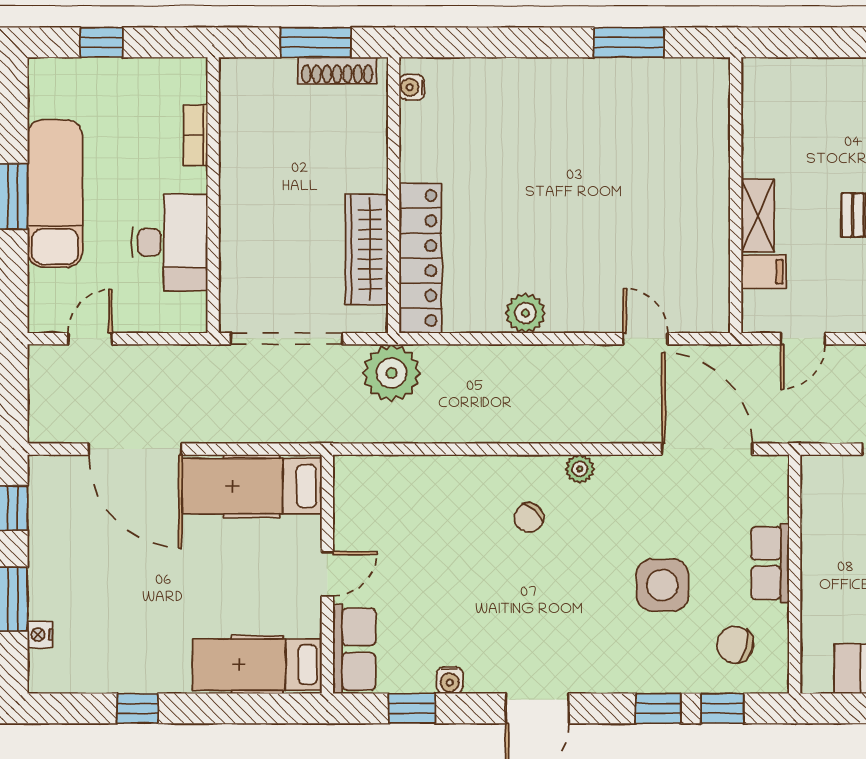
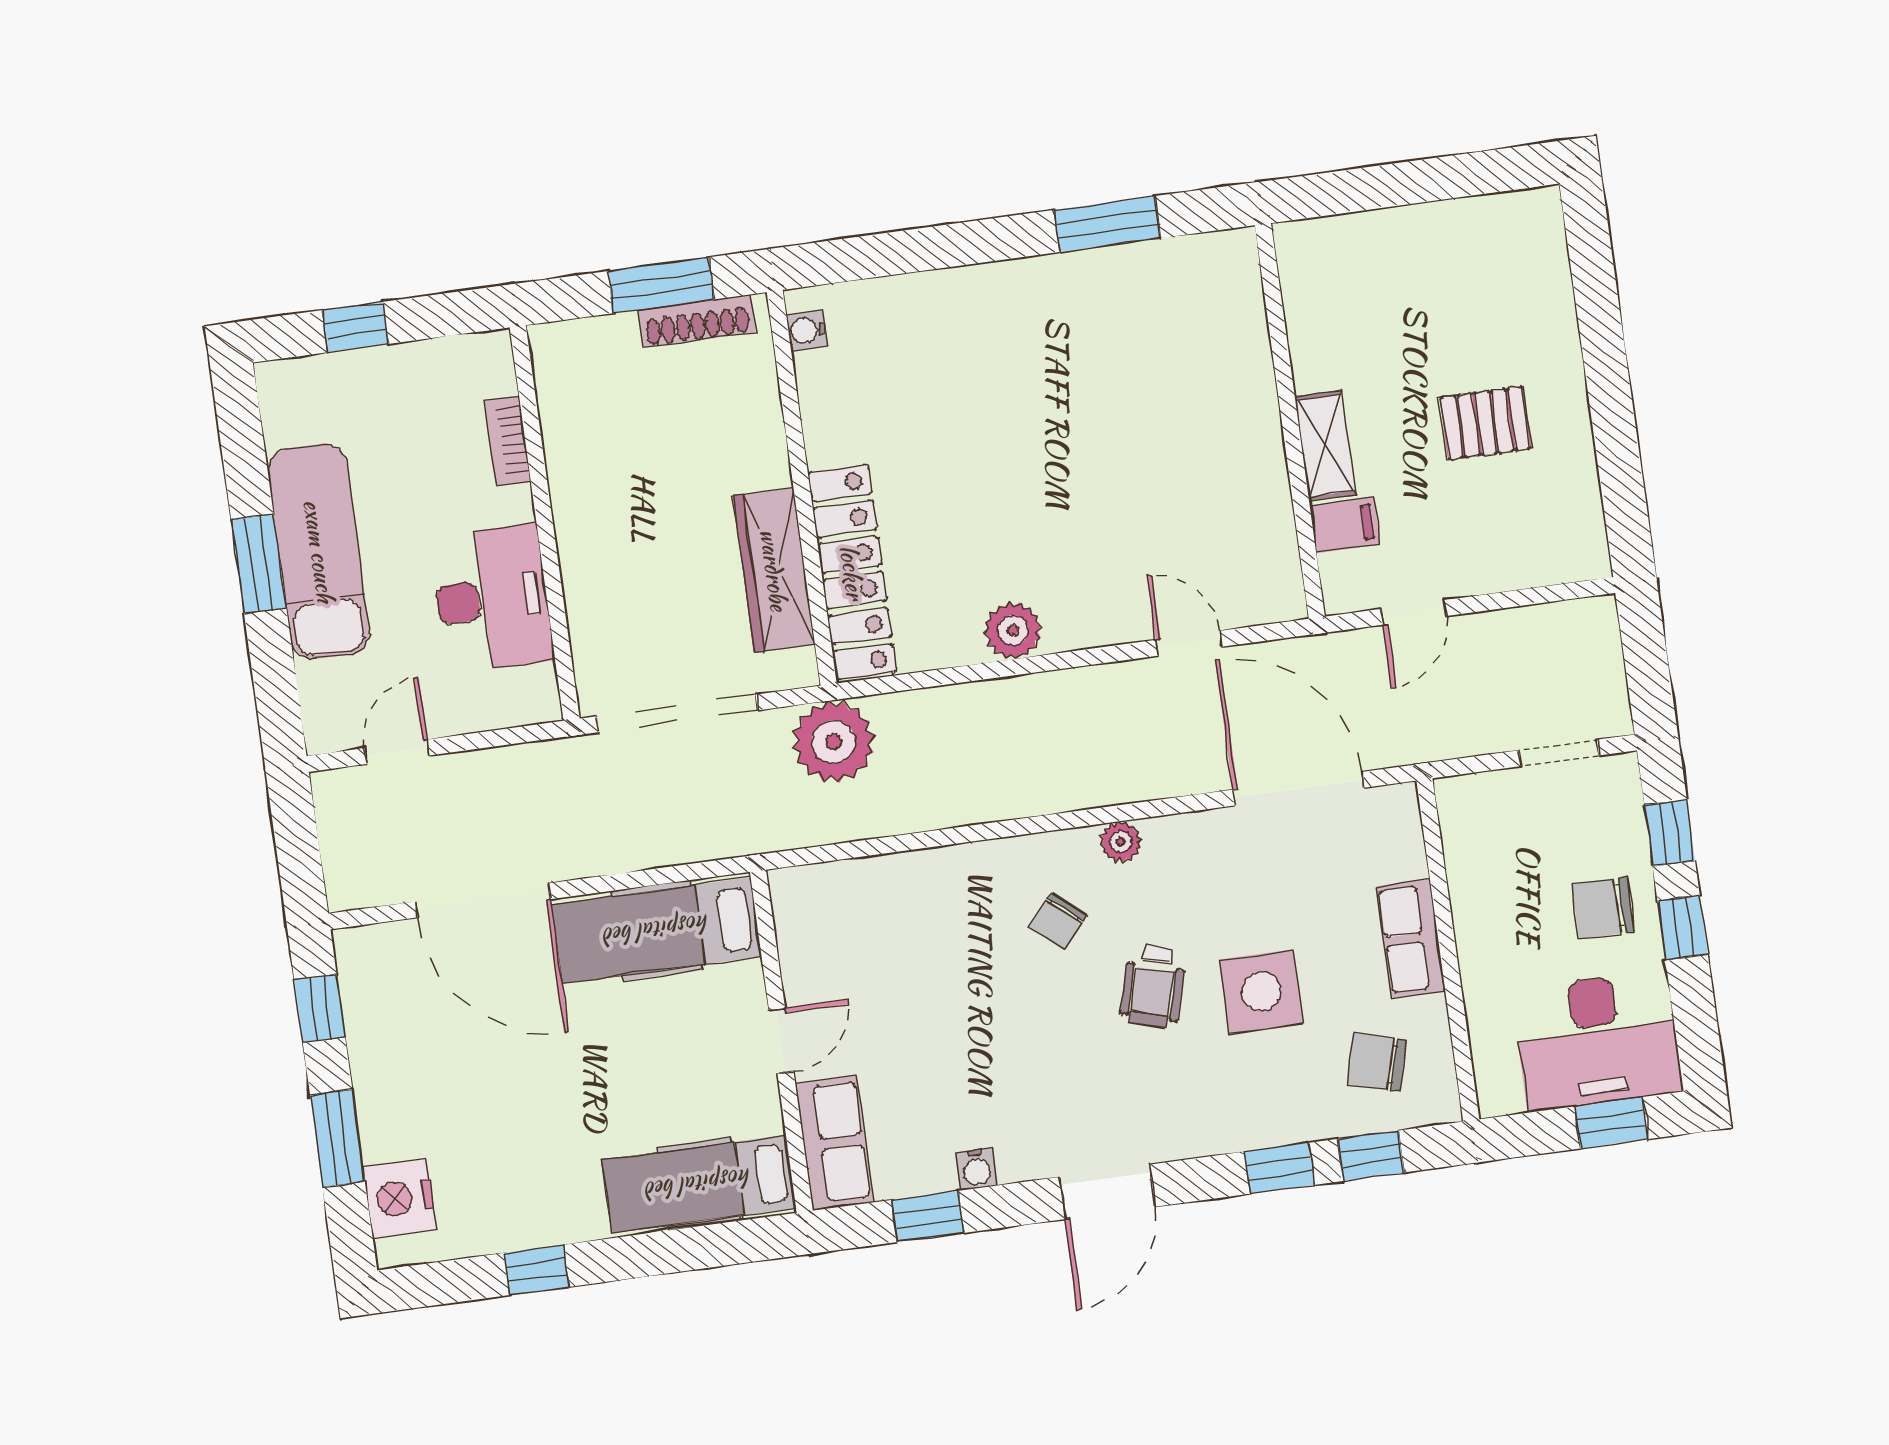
wheelchair: (588, 571) -> (1153, 986), added
nightstand: (40, 634) -> (400, 1198), width x1.89, depth x1.79

